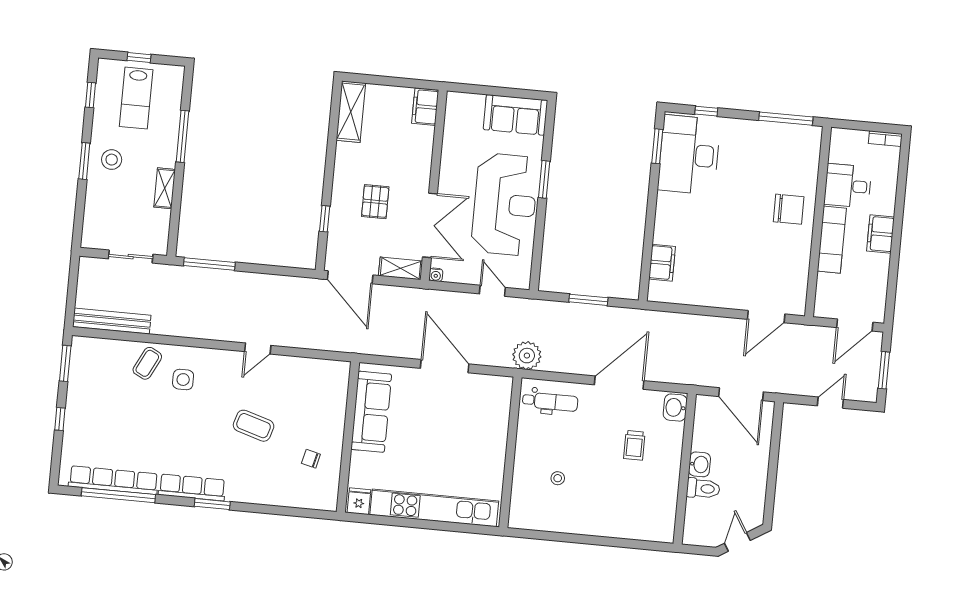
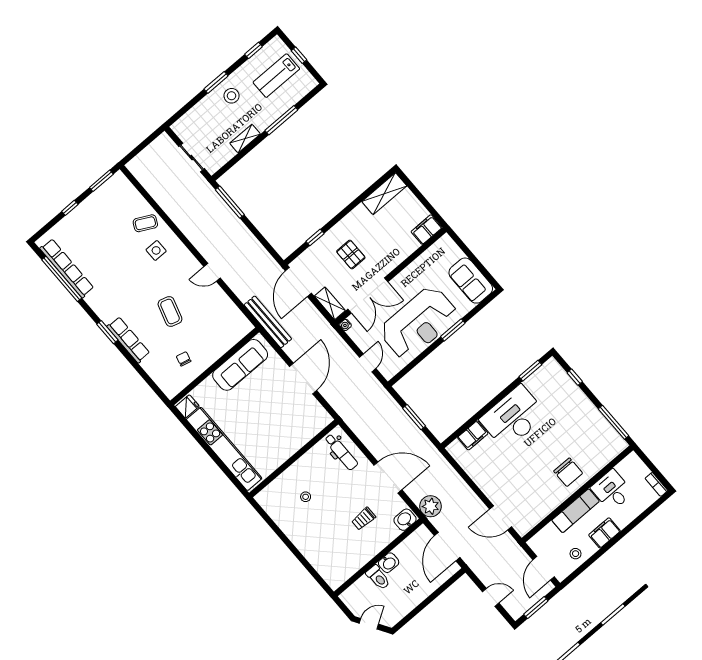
desk: (689, 155) -> (513, 417), moved
pallet: (375, 202) -> (351, 255), turned 90
stool: (872, 281) -> (576, 554), added
bench: (112, 321) -> (268, 322), moved
door: (855, 325) -> (544, 568), hinge flipped
plant: (527, 356) -> (431, 506), moved
row of seats: (192, 487) -> (128, 340), moved

